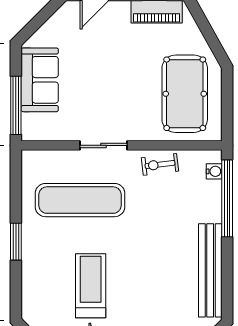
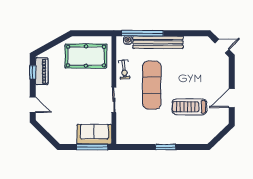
sofa: (40, 80) -> (94, 134), moved
exercise mat: (80, 200) -> (152, 85), moved
bench: (210, 270) -> (158, 42), moved

